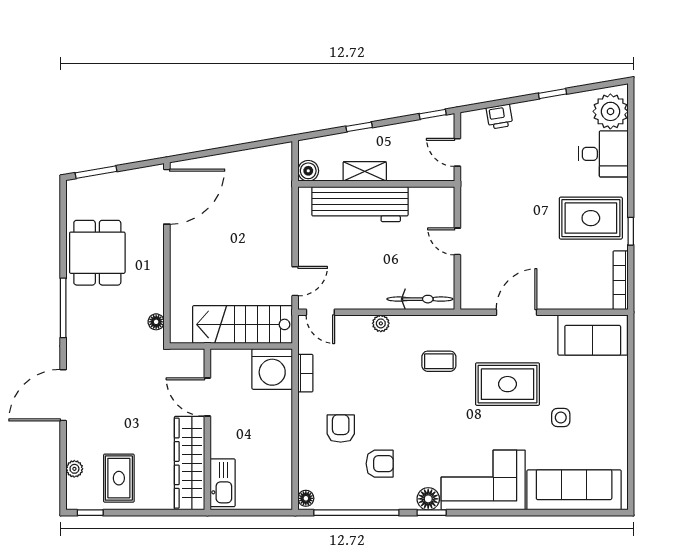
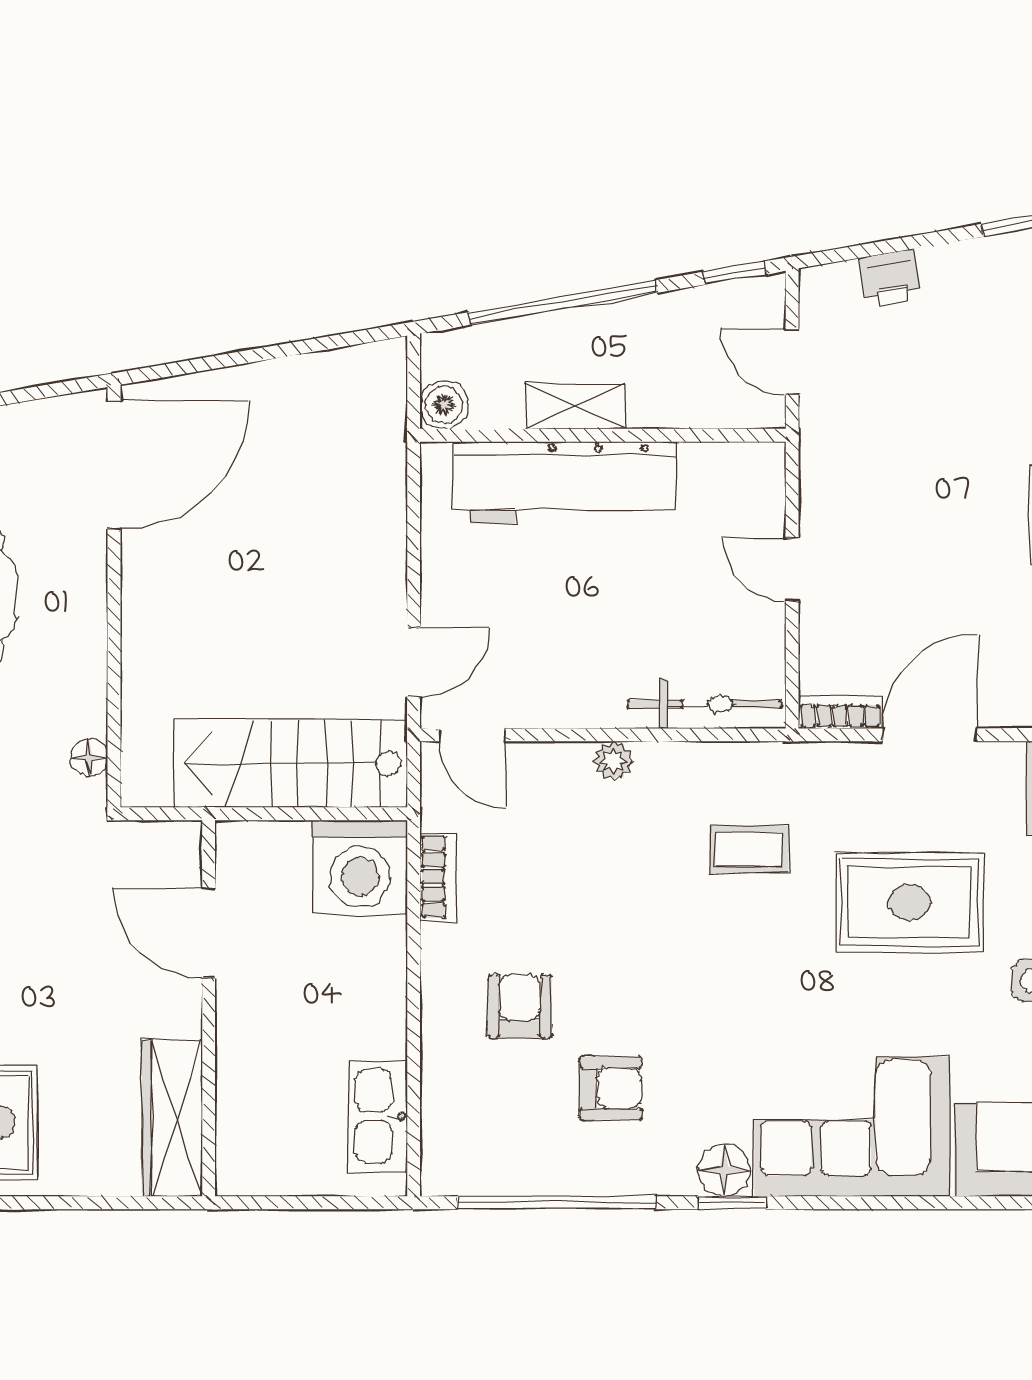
window: (359, 127) -> (563, 302), width x3.17
bookcase: (478, 302) -> (840, 712), added
wardrobe: (189, 463) -> (172, 1118), width x0.71, depth x0.85
kitchen sink: (223, 483) -> (378, 1116), moved, turned 180
floor lamp: (306, 498) -> (439, 1169), removed

